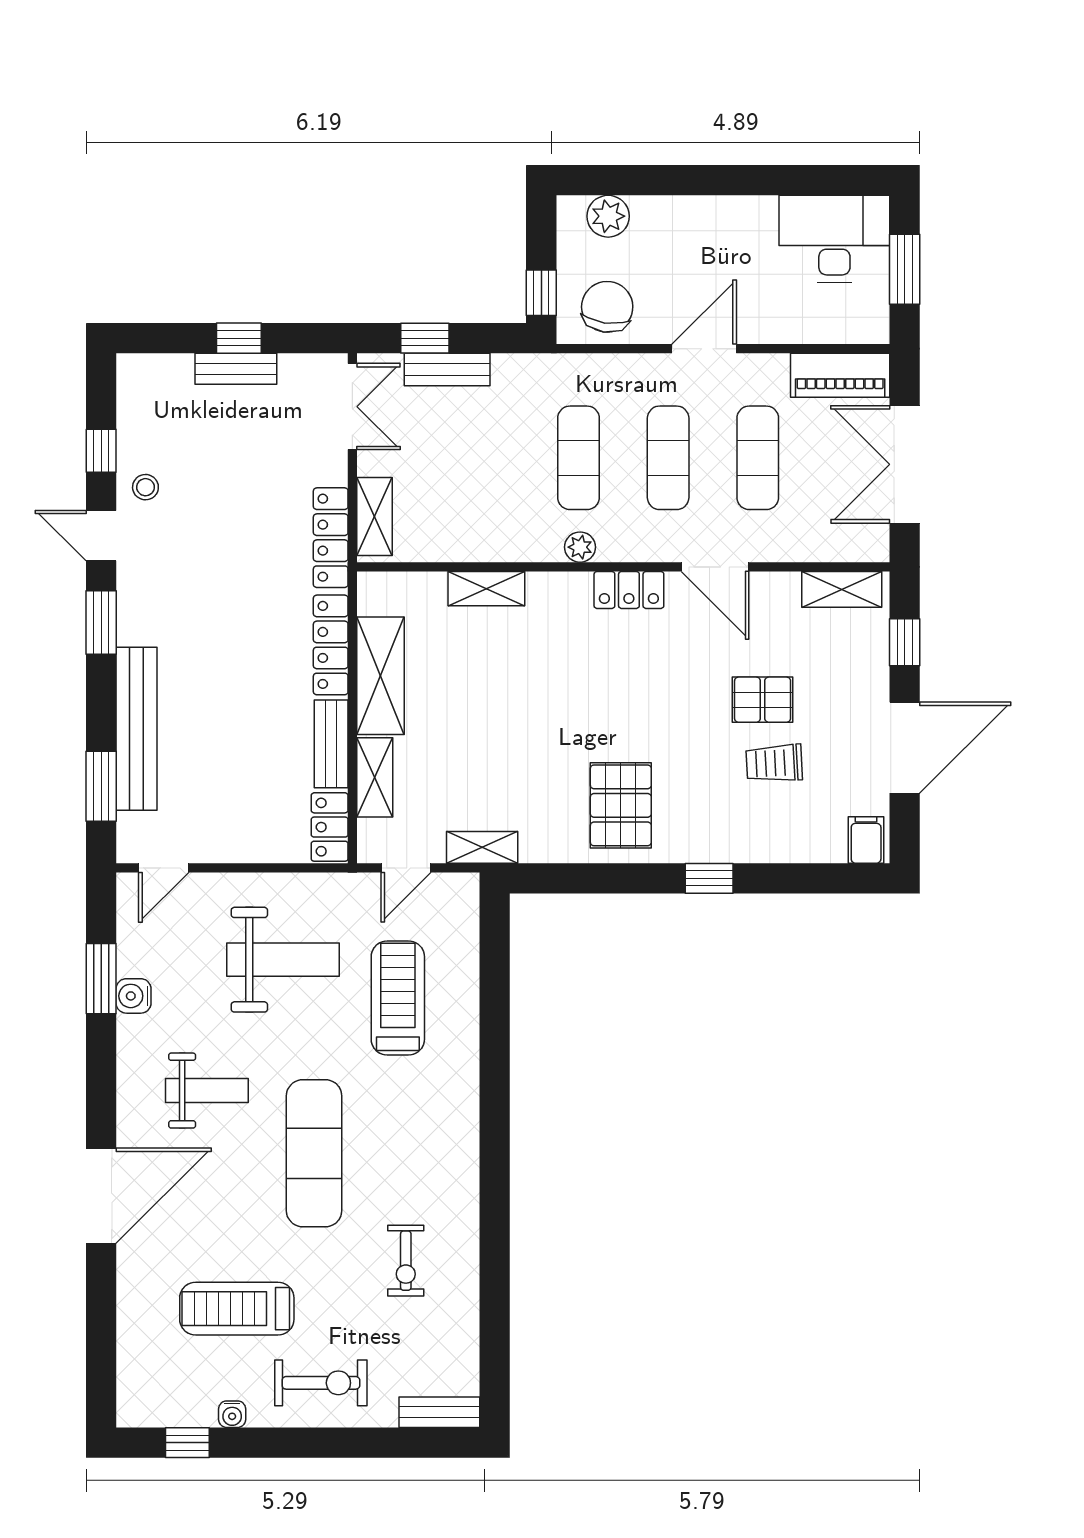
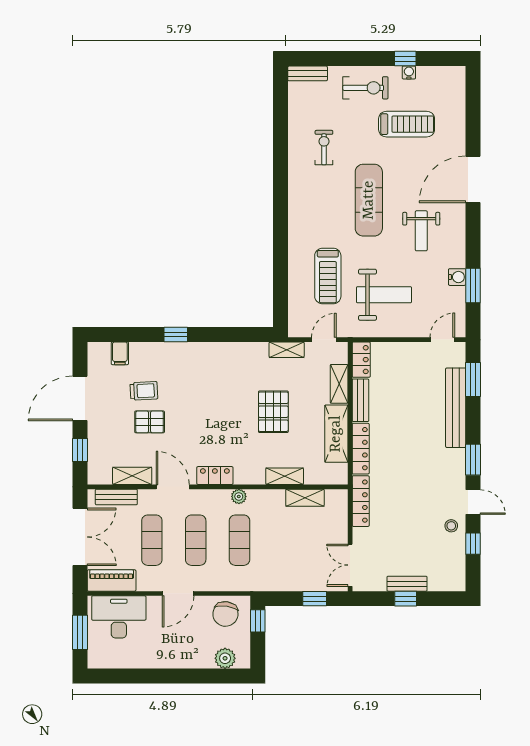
desk: (834, 239) -> (119, 617), moved, turned 180
bench: (447, 370) -> (116, 497), moved
shelving: (375, 517) -> (305, 498), moved, turned 90
shelving: (842, 589) -> (132, 476), moved
pallet: (621, 805) -> (273, 412), moved
filing cabinet: (866, 840) -> (120, 353), moved
weight bench: (283, 960) -> (384, 295), turned 180
weight bench: (207, 1091) -> (421, 231), turned -90
exercise bike: (321, 1383) -> (365, 88), turned 180
window: (187, 1443) -> (405, 59), moved

